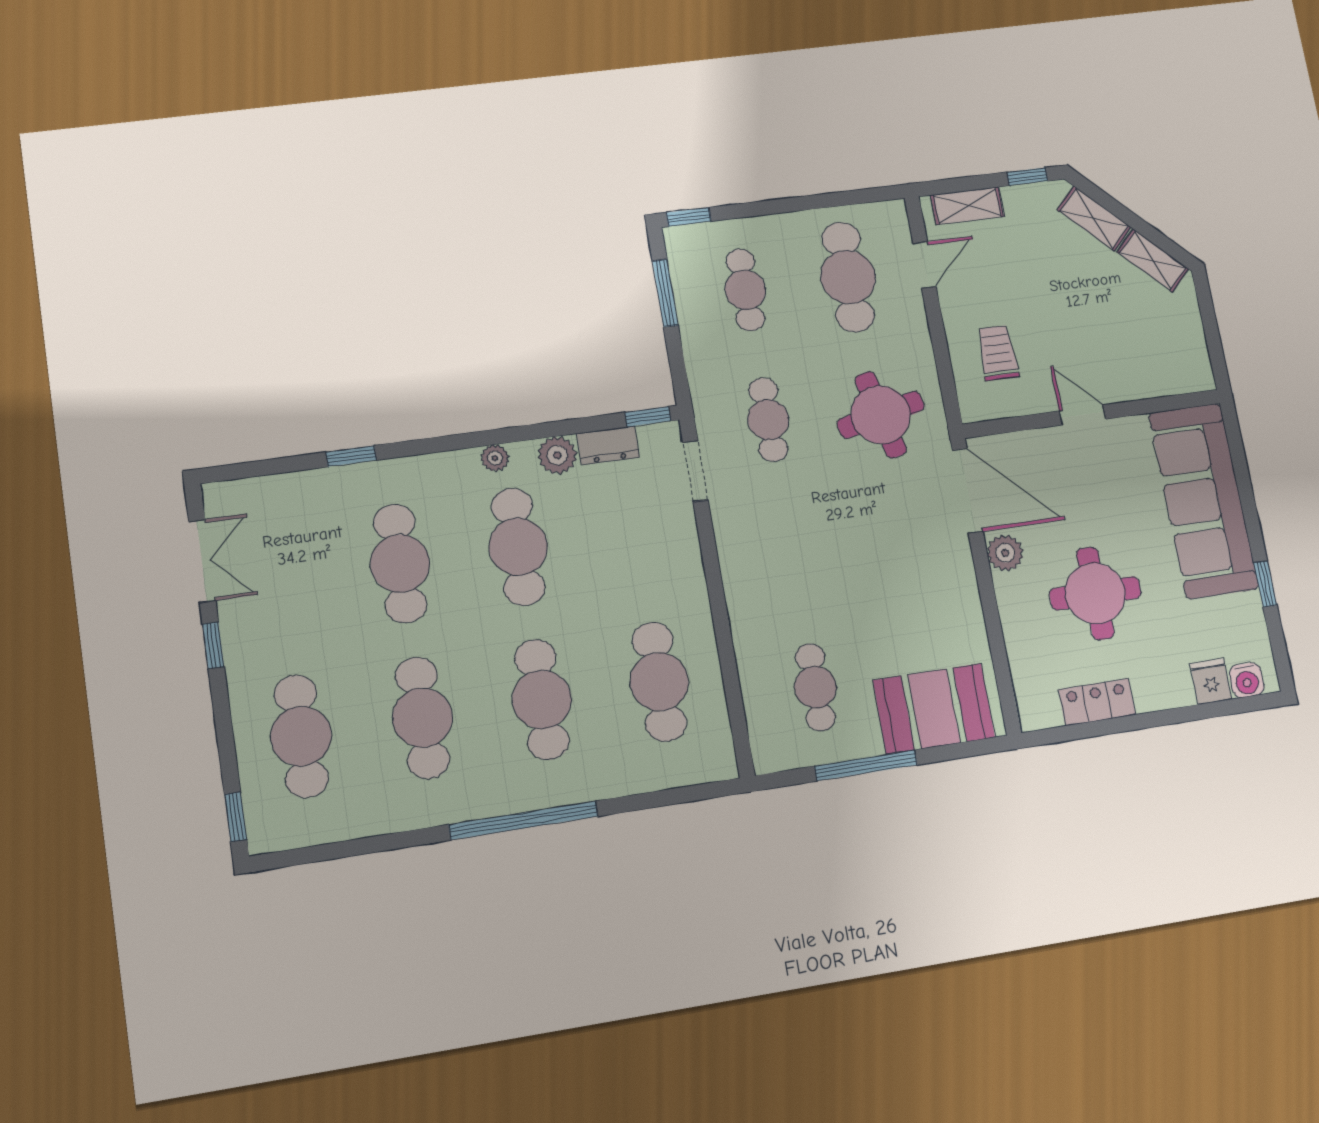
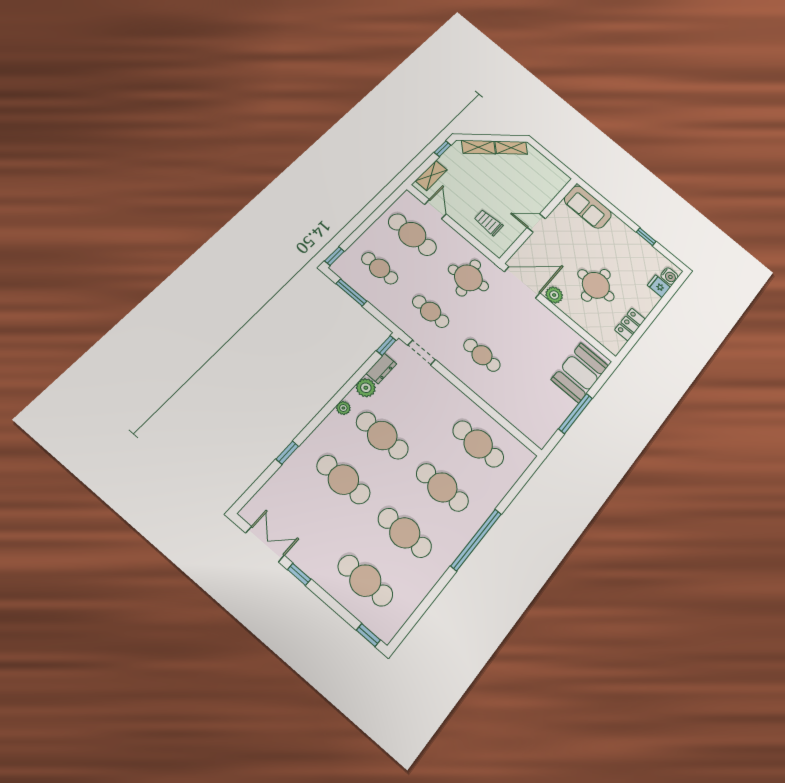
sofa: (1203, 500) -> (588, 207), width x0.54, depth x0.79
cafe table: (815, 687) -> (482, 355), moved

